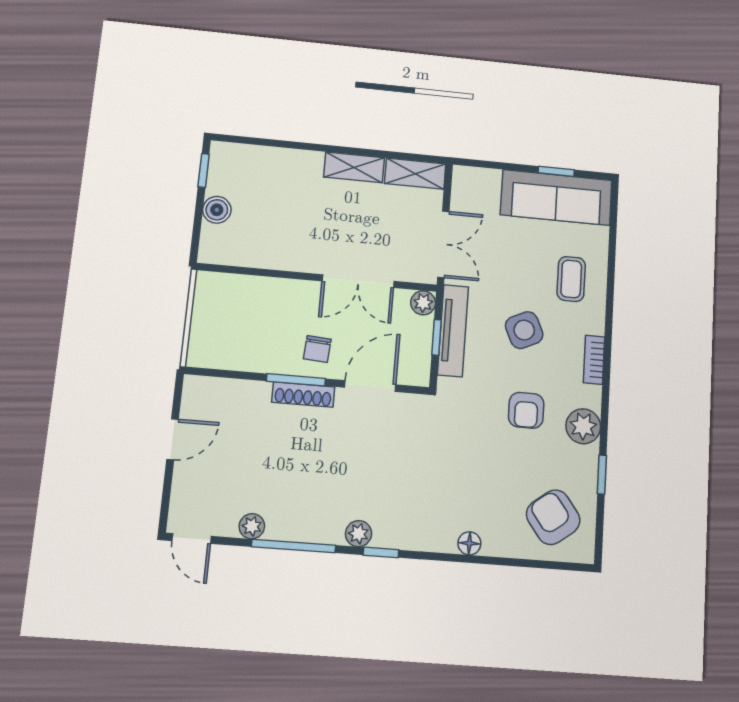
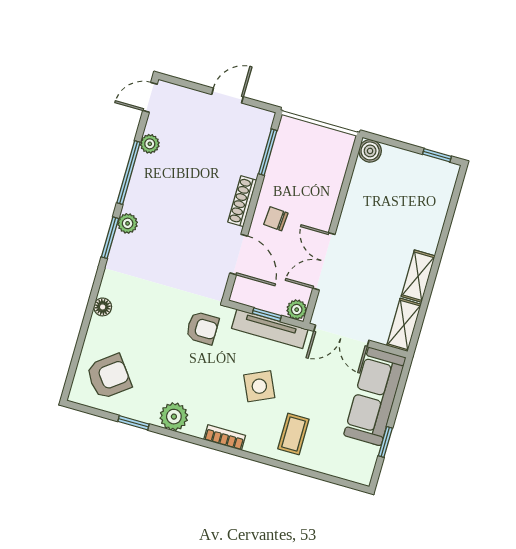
sofa: (556, 198) -> (375, 396), moved
boiler: (217, 210) -> (370, 151), moved
coffee table: (571, 279) -> (293, 434), turned 90
window: (296, 380) -> (268, 152), moved
armchair: (526, 410) -> (202, 328), moved, turned 180
door: (173, 439) -> (227, 96), swing flipped
window: (381, 552) -> (110, 238), width x1.50

